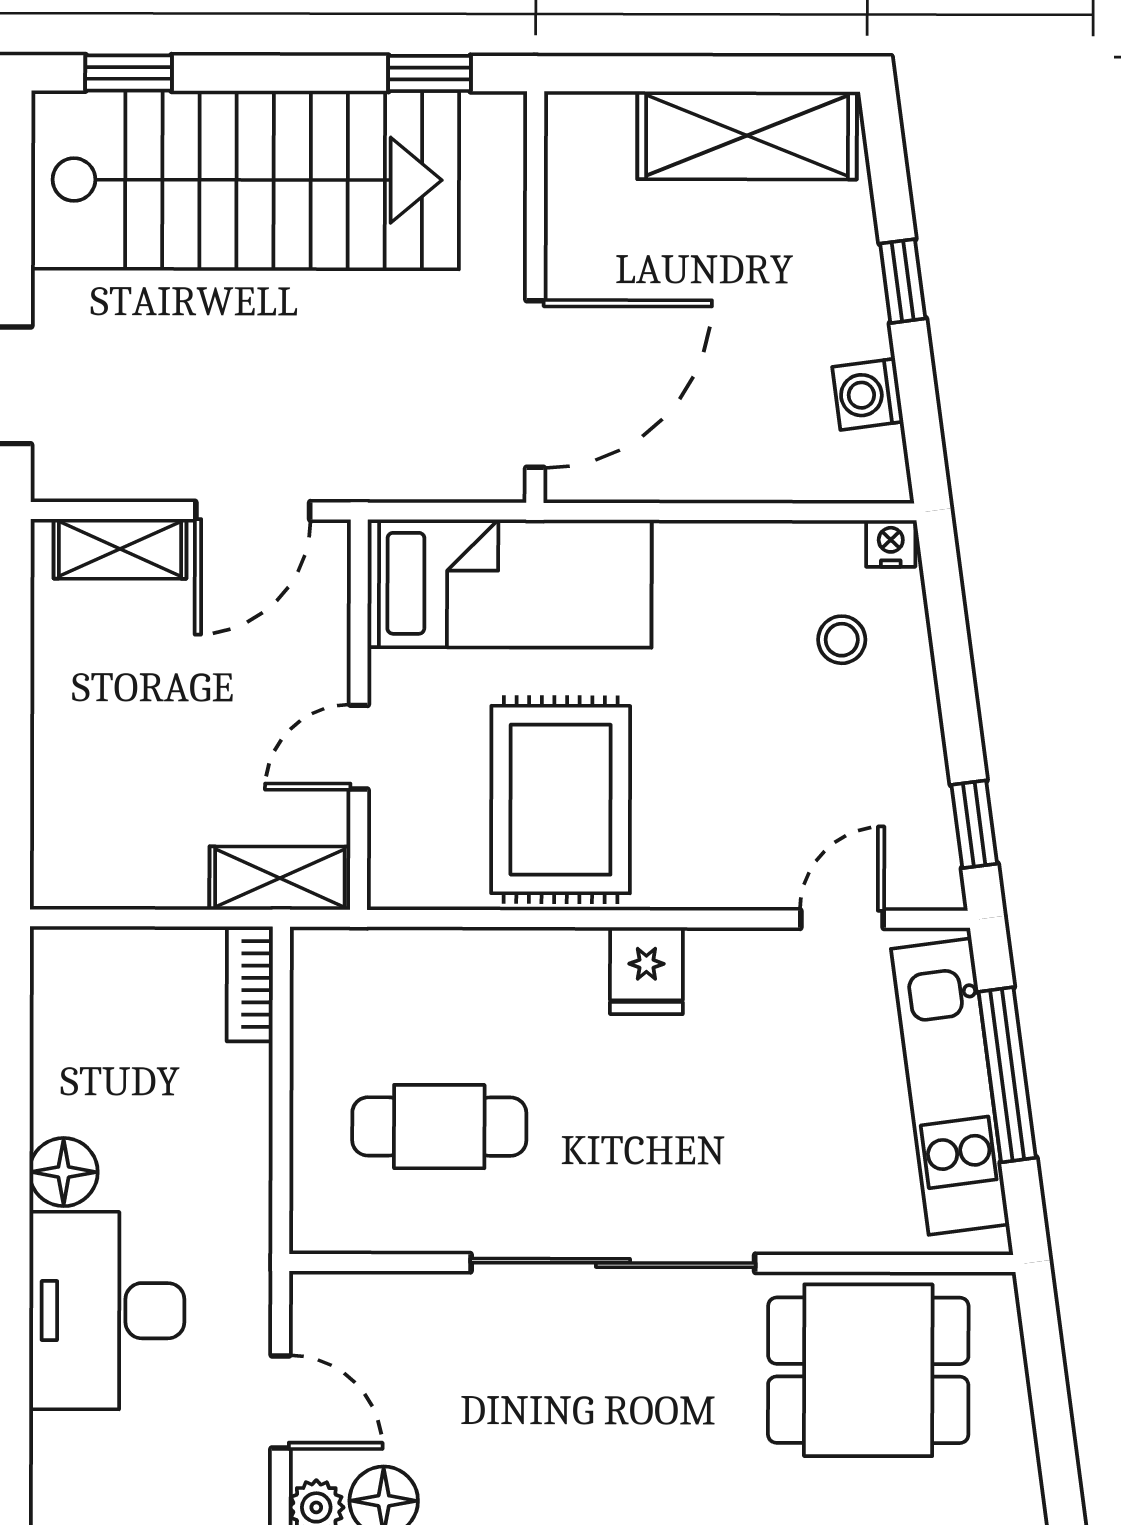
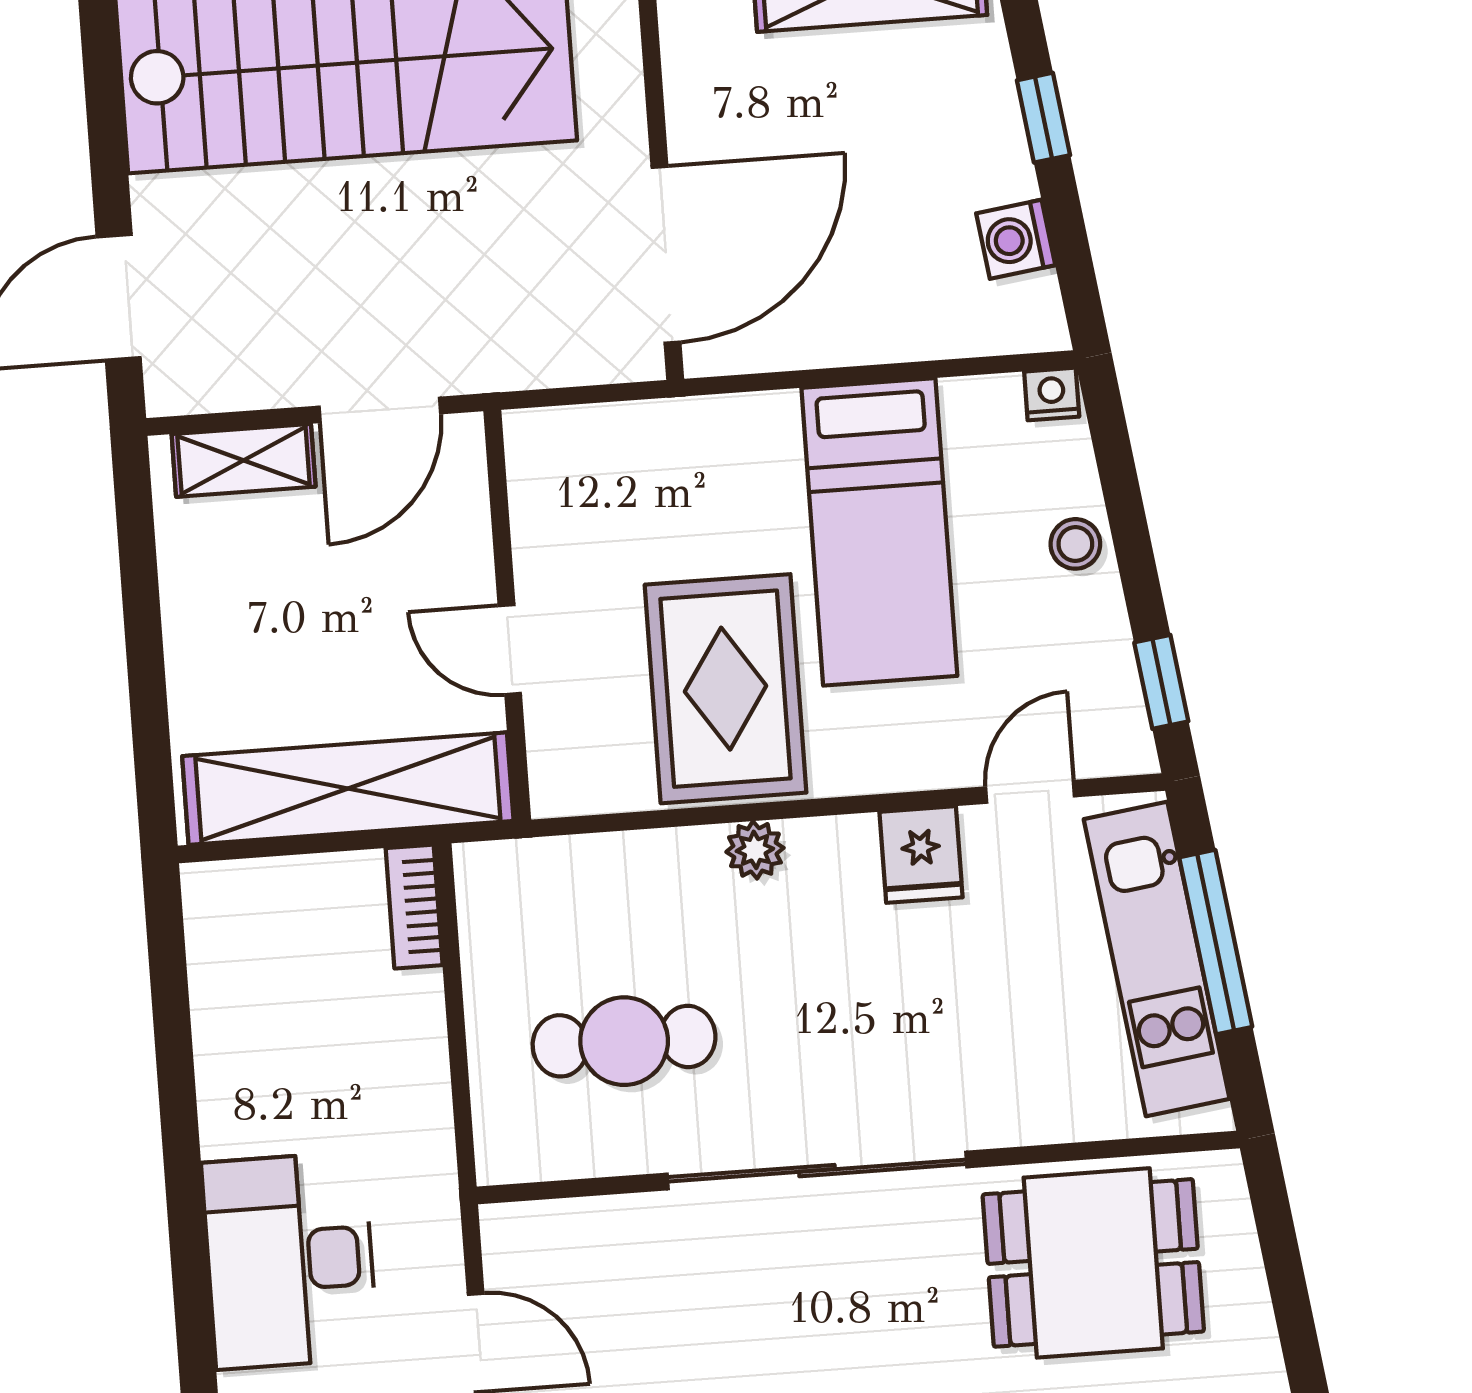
bed: (510, 584) -> (879, 532), moved, turned 90
stool: (842, 640) -> (1075, 544), moved
door: (359, 747) -> (510, 650), hinge flipped
shelving: (280, 878) -> (348, 789), width x2.20, depth x1.33
plant: (577, 955) -> (755, 850), added
fridge: (646, 971) -> (921, 855), moved
floor lamp: (64, 1172) -> (234, 1119), removed

